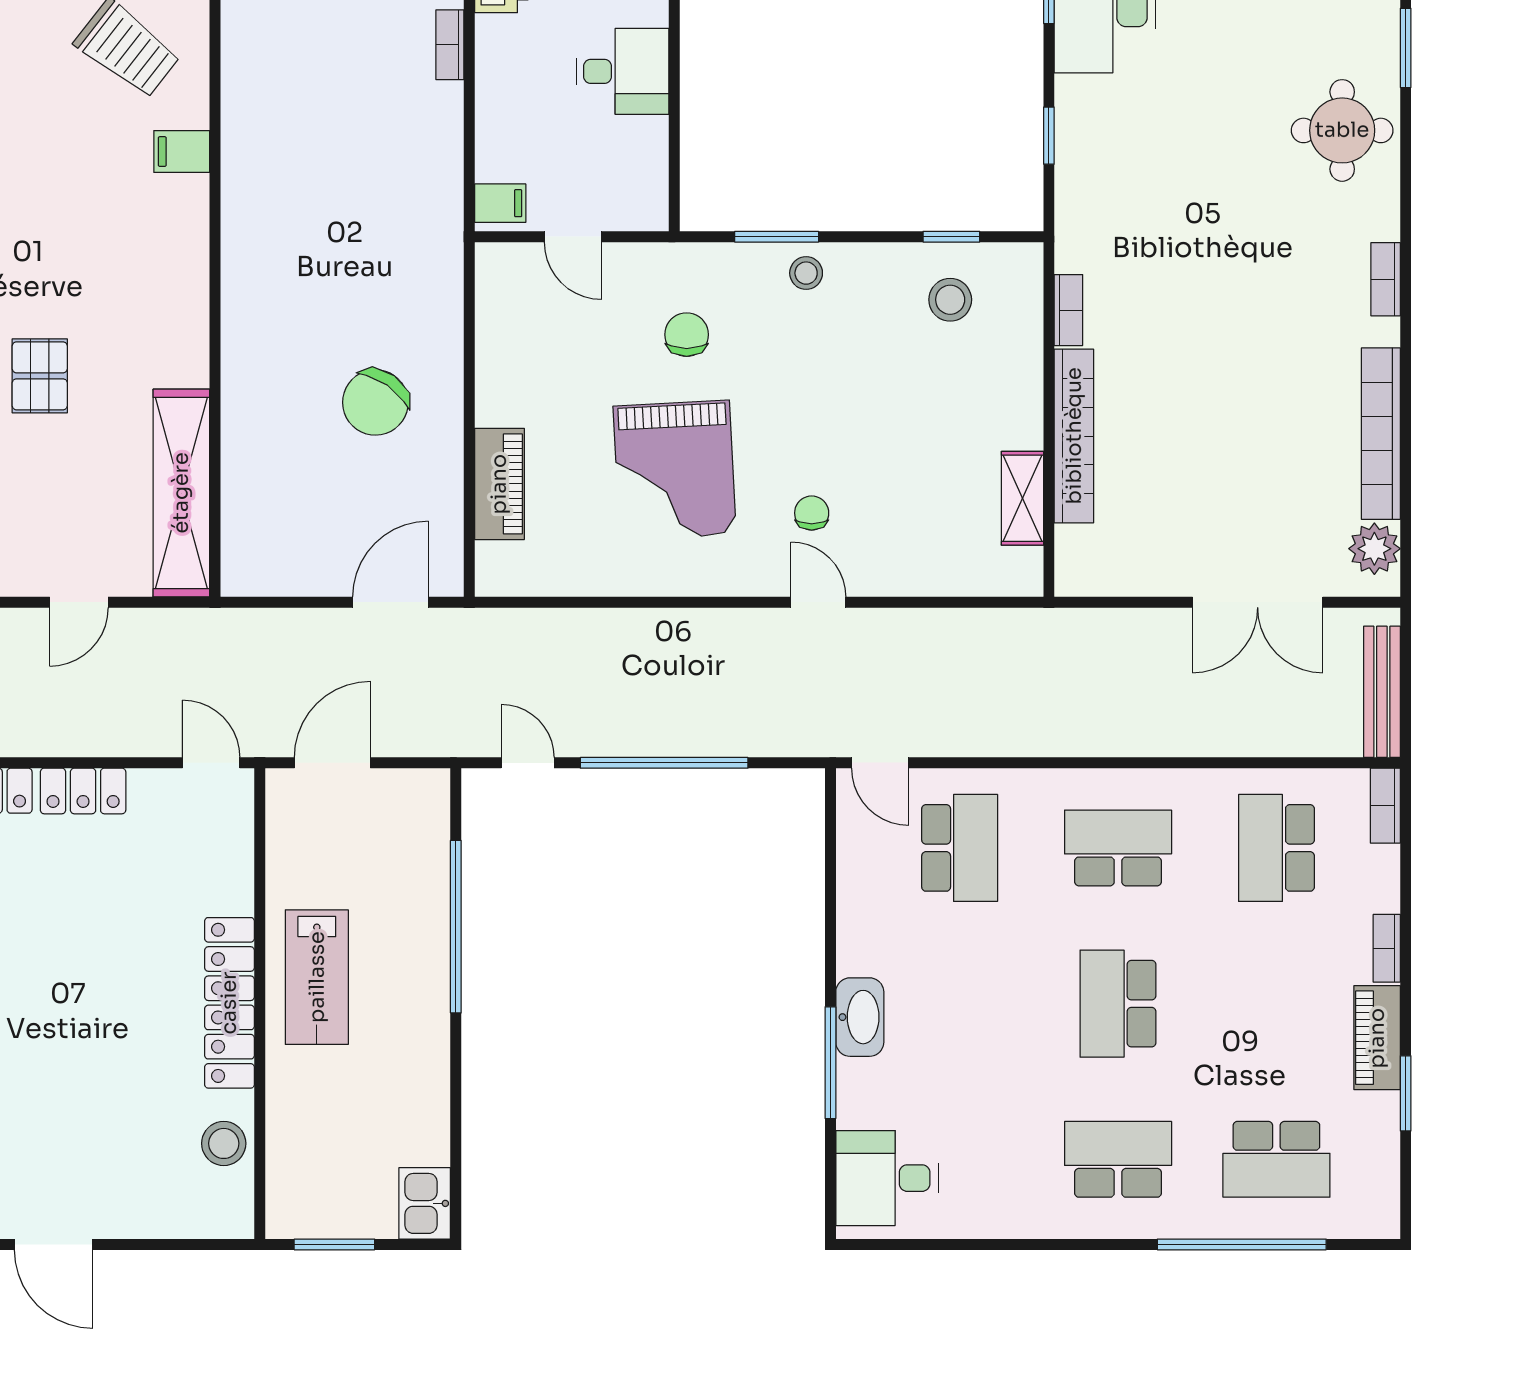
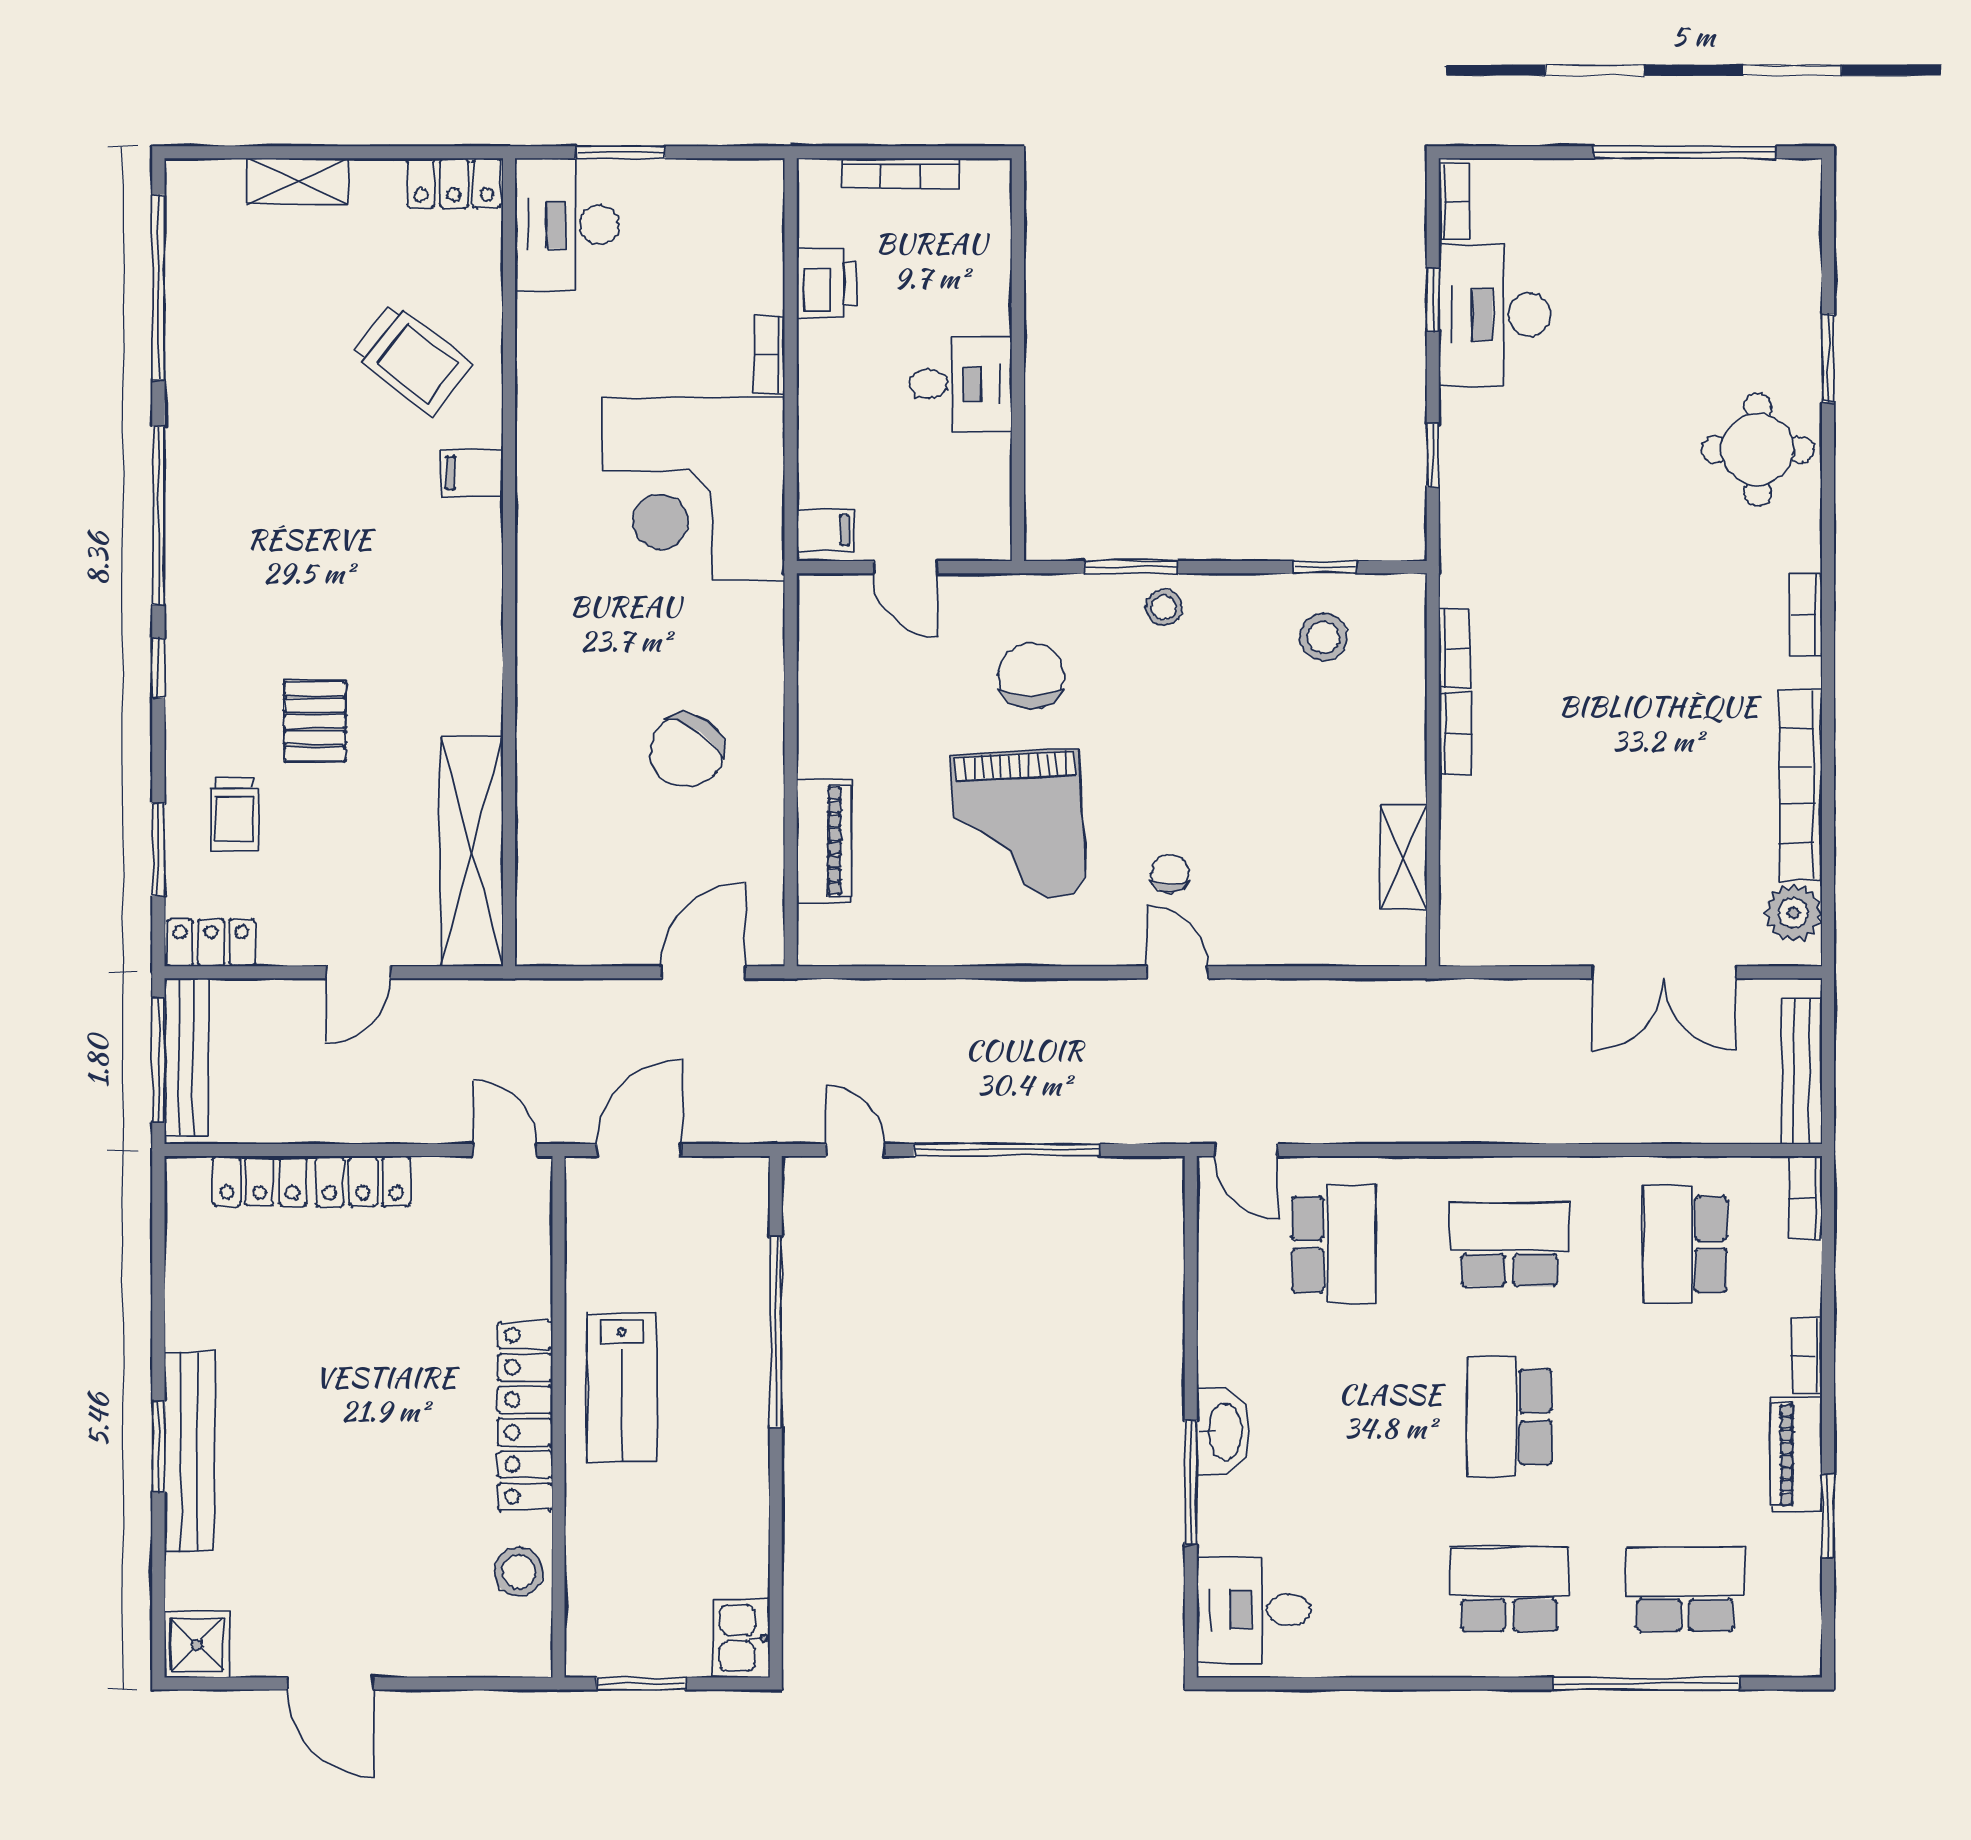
corner desk: (381, 166) -> (693, 489), added
chair: (687, 335) -> (1031, 676), width x1.37, depth x1.37
bookcase: (1074, 436) -> (1455, 733), width x0.43, depth x0.76
school desk: (1276, 1159) -> (1685, 1589), turned 180

